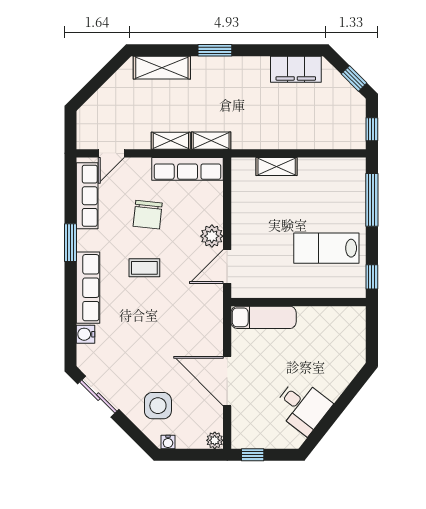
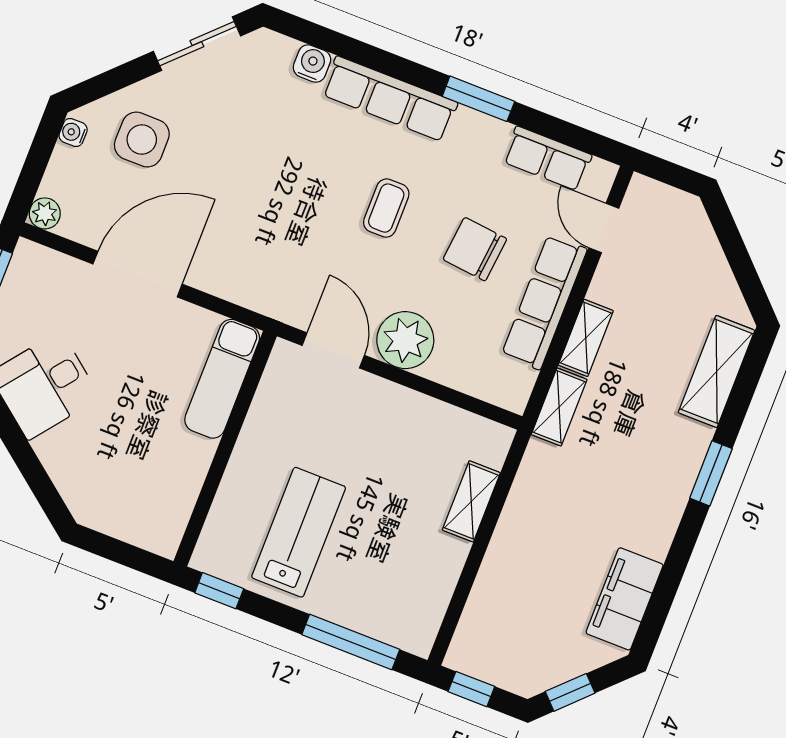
row of seats: (188, 169) -> (544, 302), moved
row of seats: (87, 196) -> (547, 158), width x0.68
plant: (212, 236) -> (405, 340), width x1.36, depth x1.36

